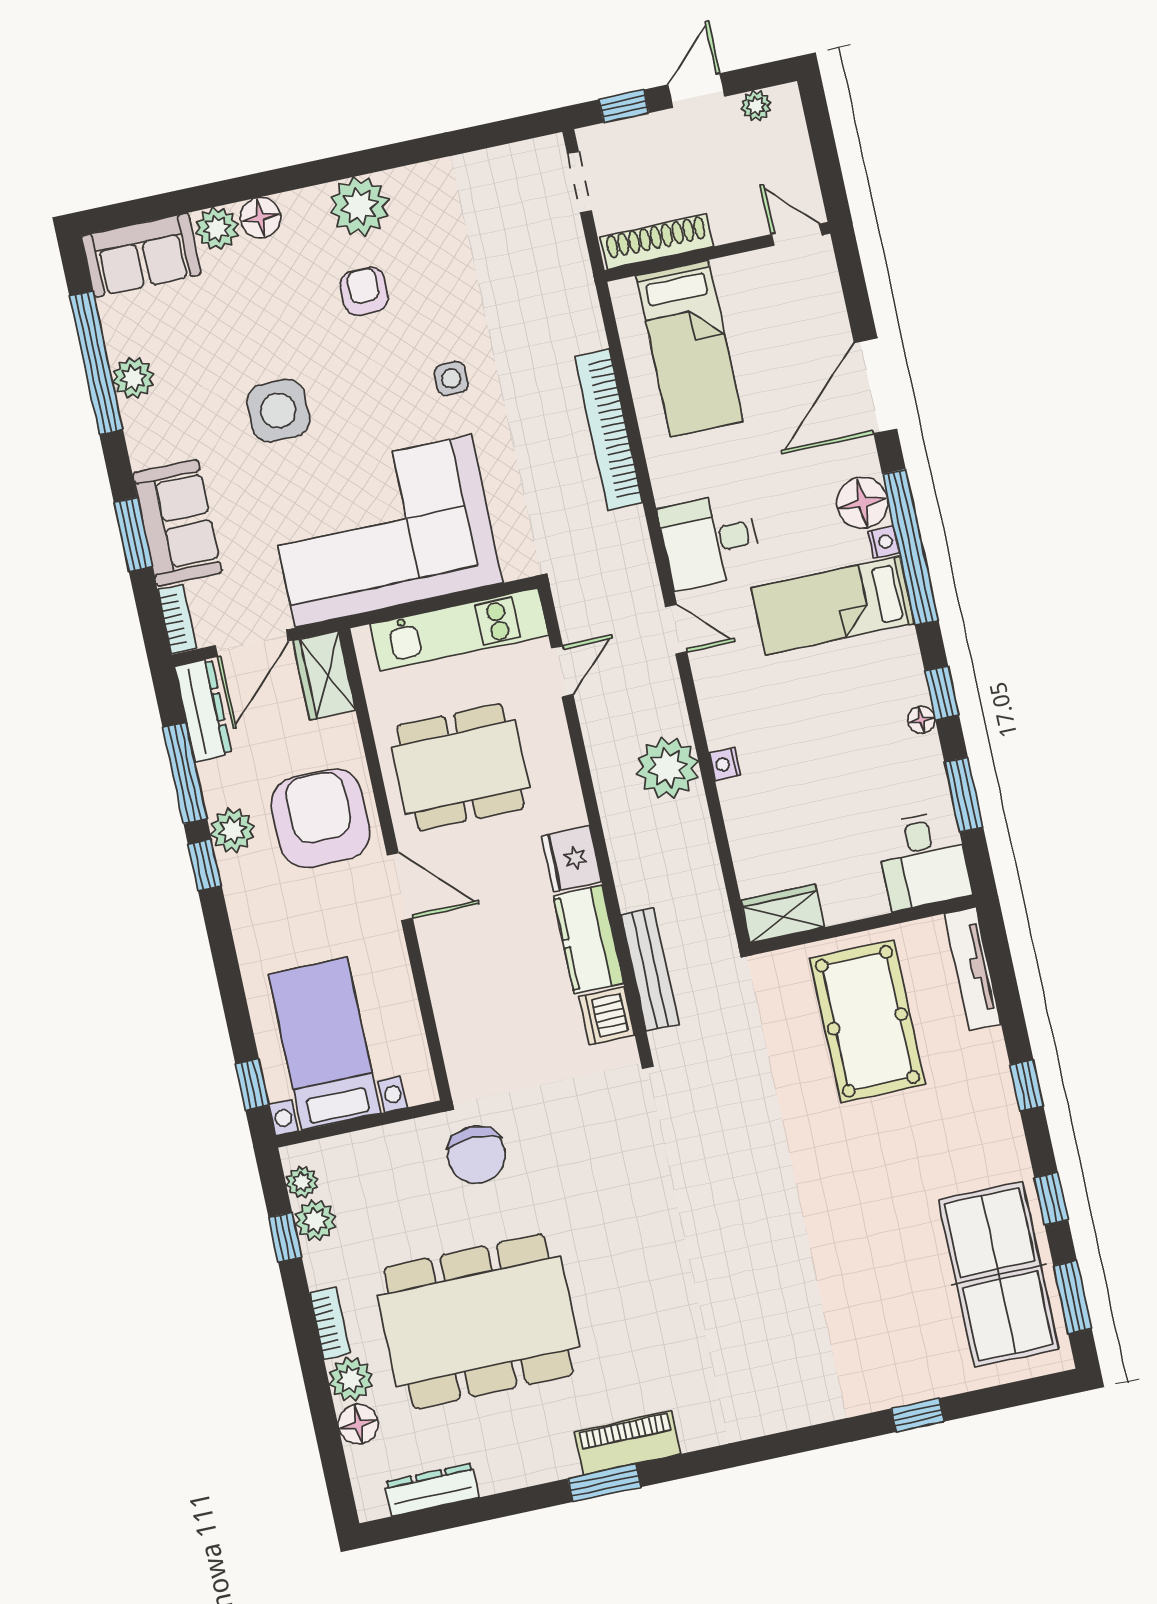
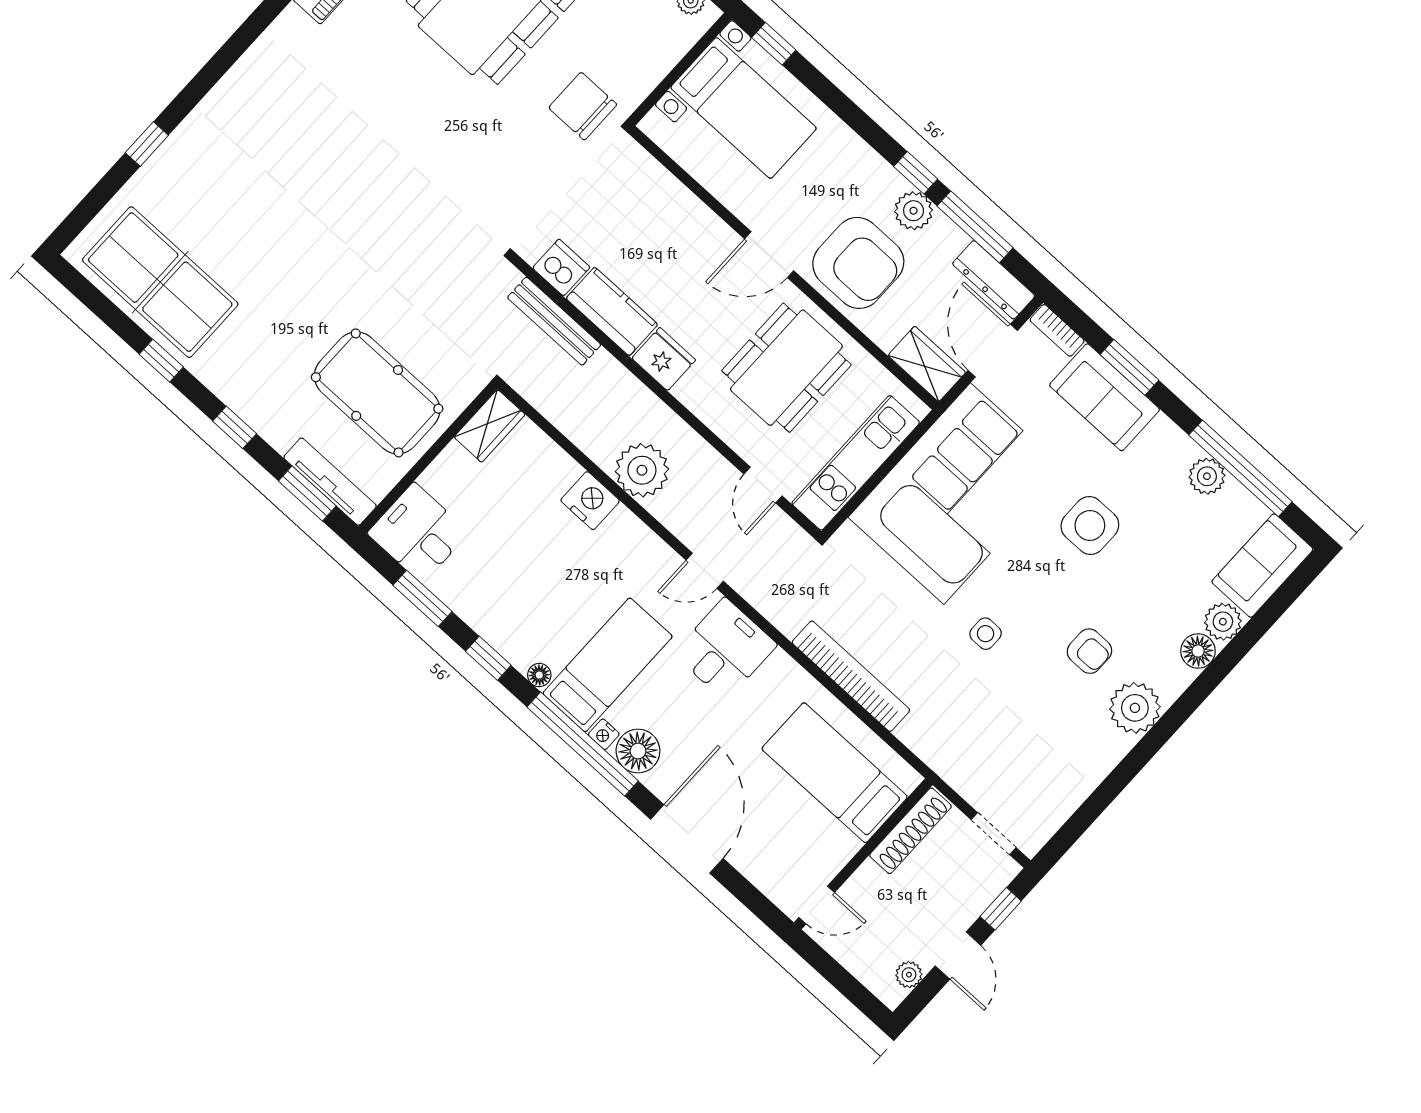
floor lamp: (921, 720) -> (539, 675), moved
nightstand: (725, 764) -> (590, 501), width x1.89, depth x1.79
window: (1072, 1297) -> (307, 494), moved

